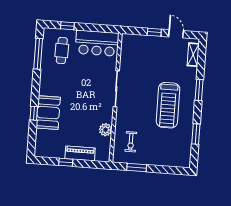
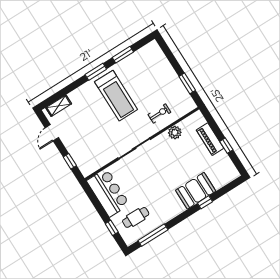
window: (154, 32) -> (70, 161), moved
window: (199, 90) -> (96, 72), moved
treadmill: (168, 105) -> (116, 96), turned 90
exercise bike: (131, 142) -> (159, 113), moved

